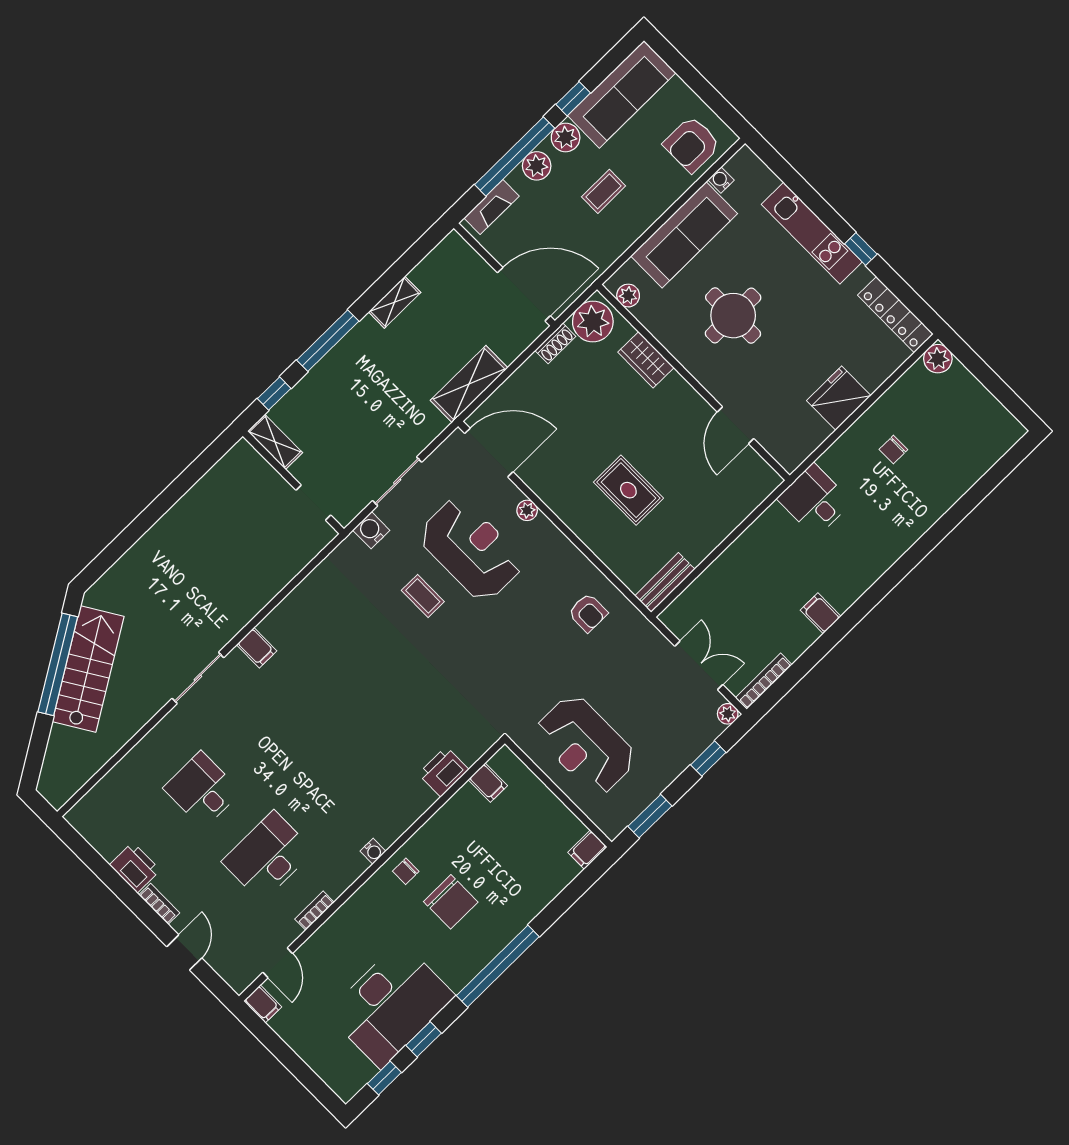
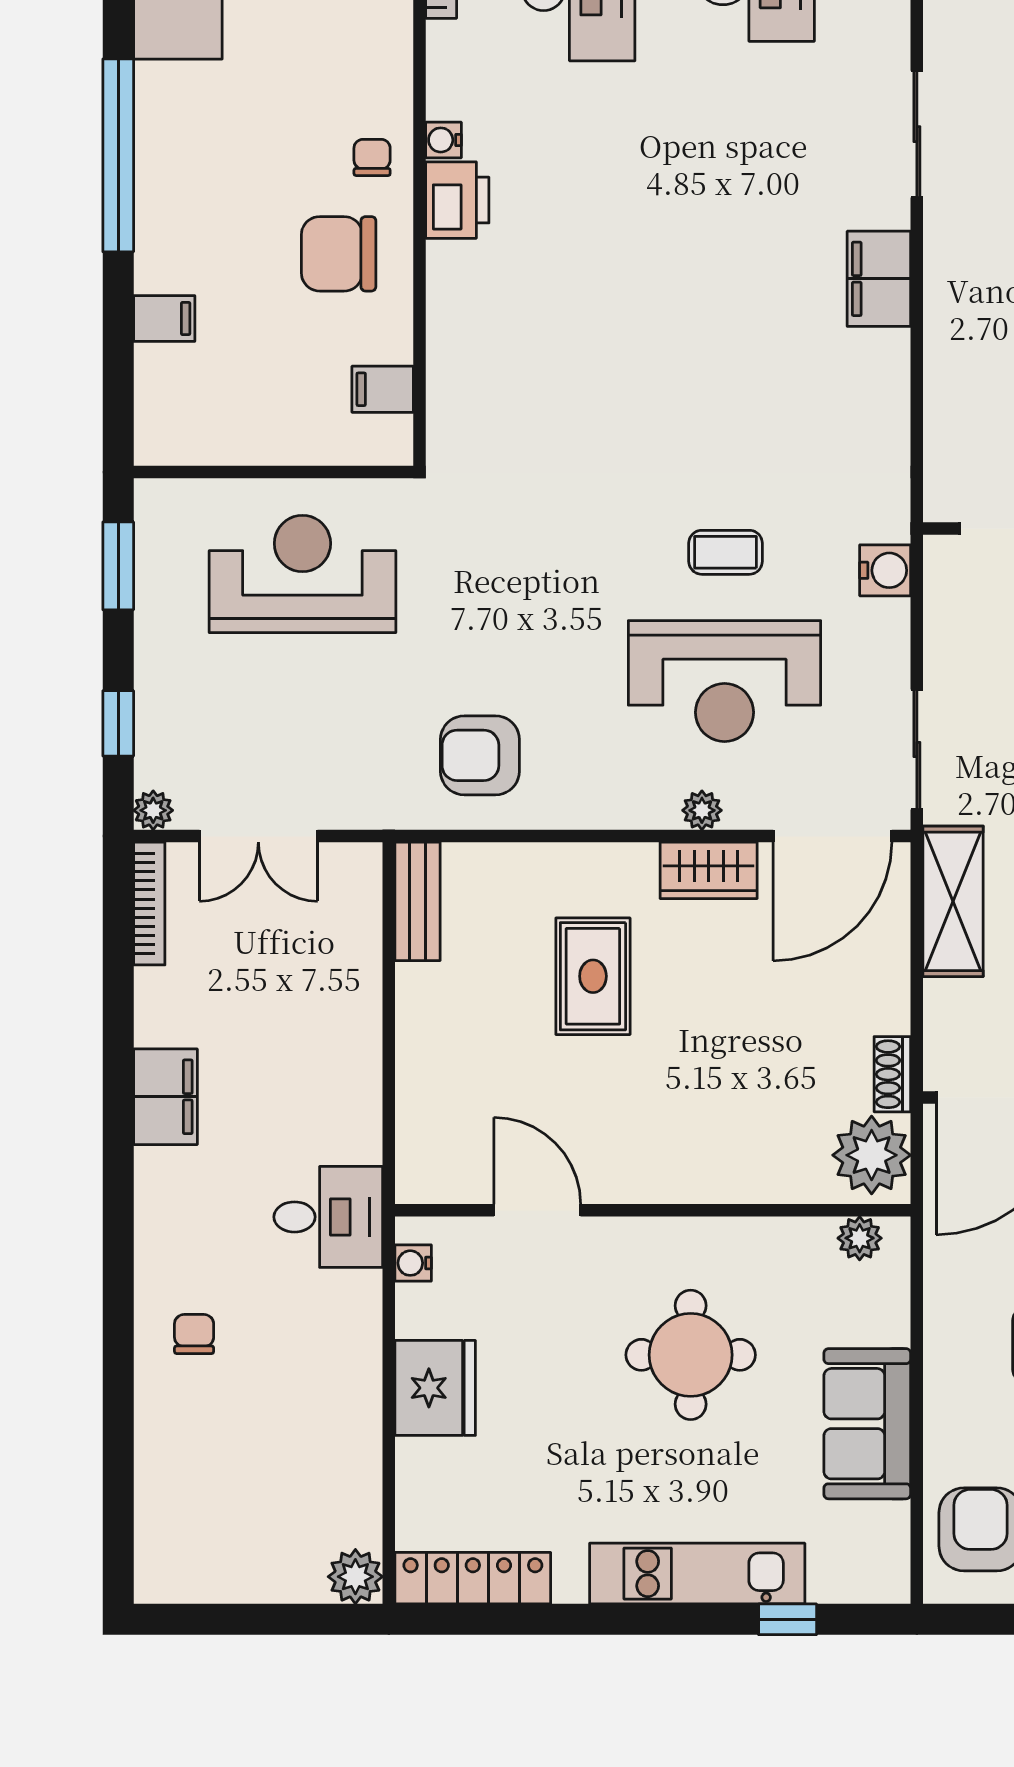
water cooler: (721, 180) -> (413, 1263), moved, turned 180
sofa: (684, 235) -> (867, 1424), width x0.73
window: (861, 249) -> (788, 1619), moved
wardrobe: (646, 360) -> (709, 870), moved, turned 180
chair: (893, 449) -> (194, 1334), moved
sliding door: (397, 481) -> (917, 750), moved
rug: (628, 490) -> (593, 976), turned 90
armchair: (588, 613) -> (480, 755), width x1.38, depth x1.38
filing cabinet: (821, 613) -> (165, 1097), width x2.00
filing cabinet: (257, 648) -> (879, 279), width x2.00
printer: (443, 772) -> (457, 200), moved
filing cabinet: (587, 850) -> (164, 318), moved, turned 90
chair: (451, 902) -> (339, 254), moved

